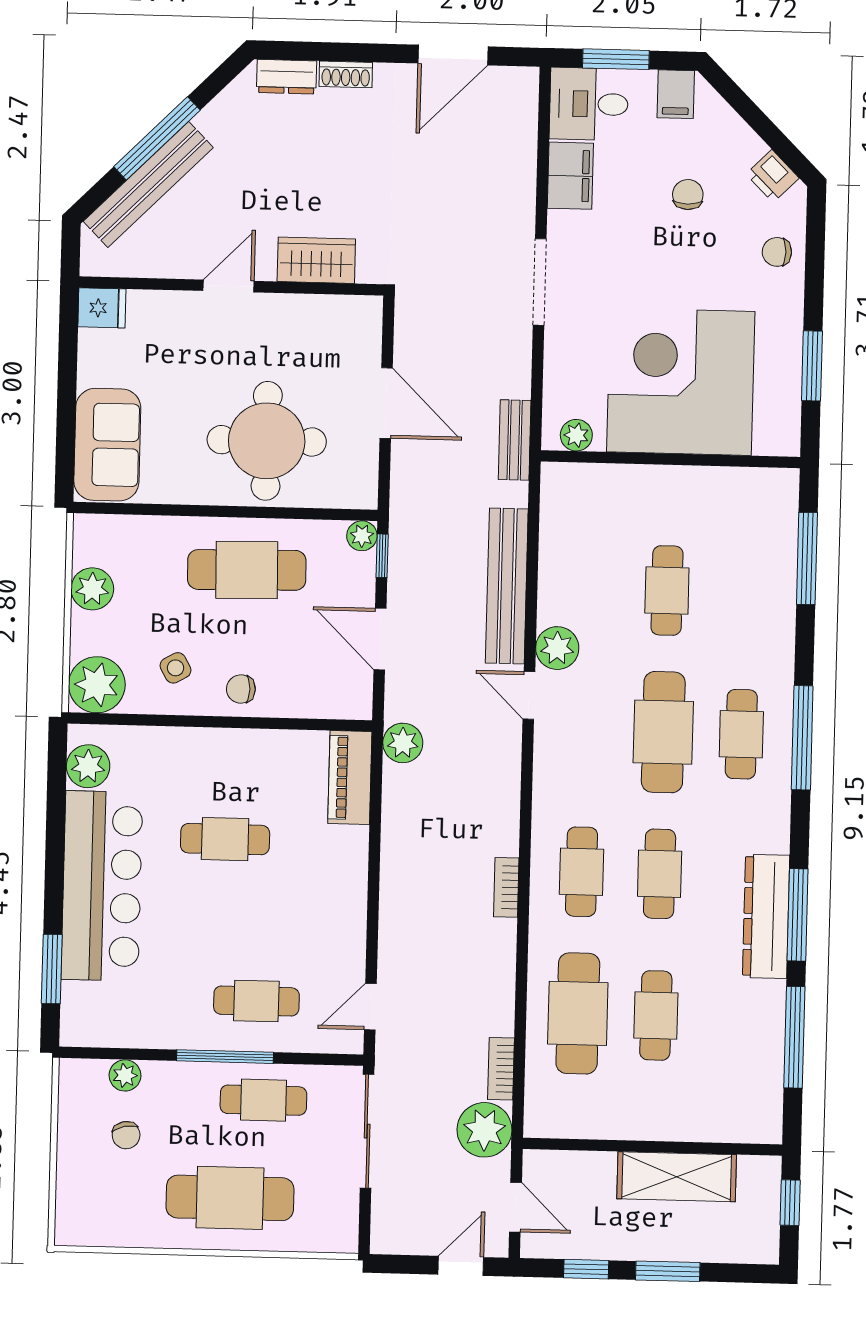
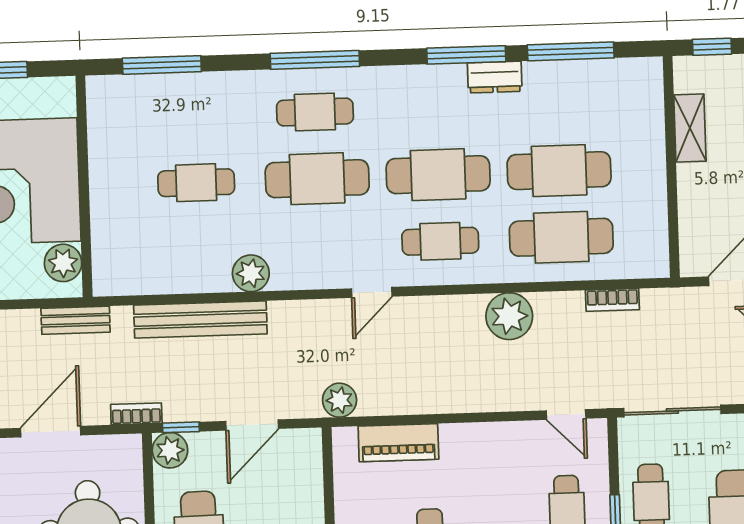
plant: (576, 435) -> (63, 263), width x1.38, depth x1.38
plant: (362, 536) -> (170, 450), width x1.38, depth x1.38
door: (529, 695) -> (372, 292), moved
piano: (350, 778) -> (398, 443), moved
cafe table: (660, 874) -> (438, 175), width x1.37, depth x1.35
bookcase: (506, 887) -> (136, 414), moved, turned 180
dresser: (766, 916) -> (495, 77), width x0.51, depth x0.80
cafe table: (656, 1015) -> (559, 171), width x1.37, depth x1.35
plant: (484, 1130) -> (509, 316), moved
shelving: (677, 1177) -> (690, 128), width x0.67, depth x0.75

